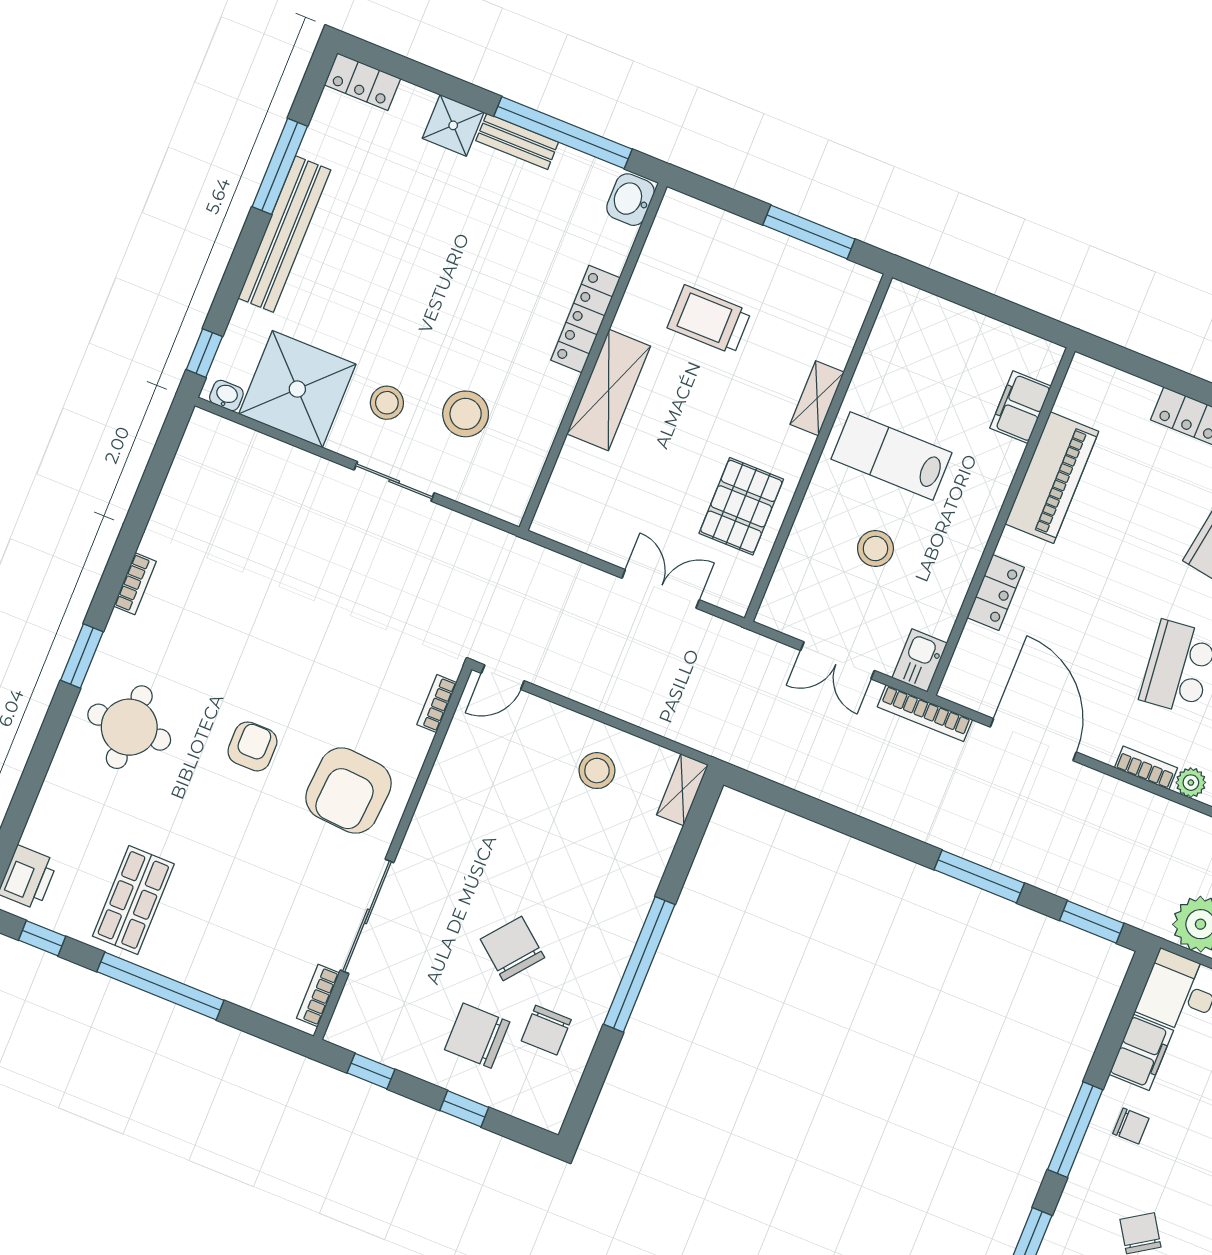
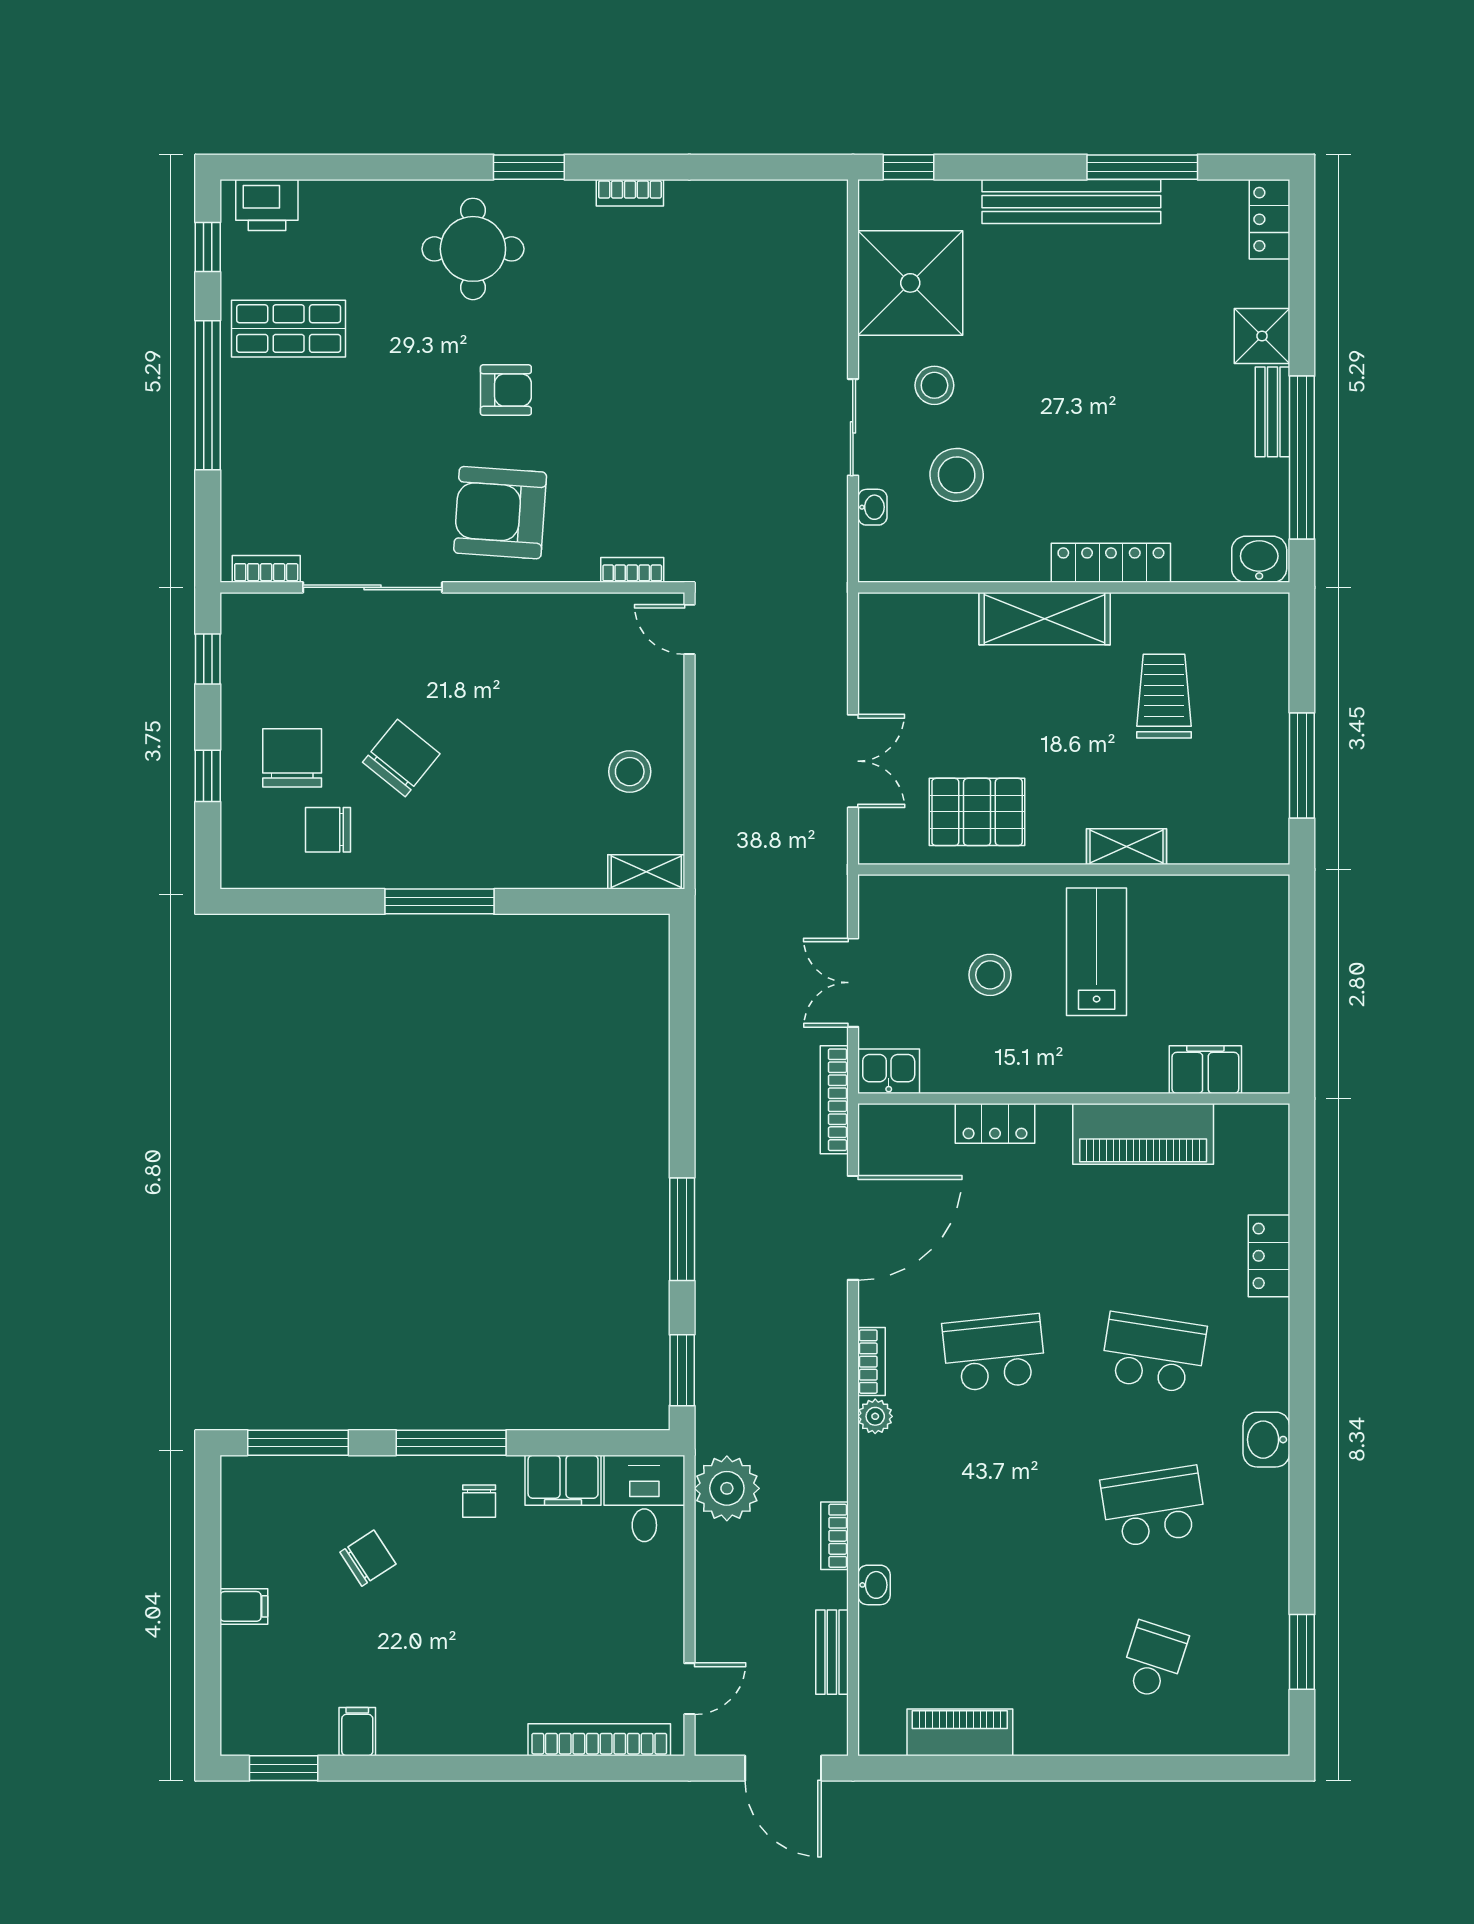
washbasin: (226, 395) -> (872, 507), moved
window: (639, 964) -> (439, 901), width x0.68

